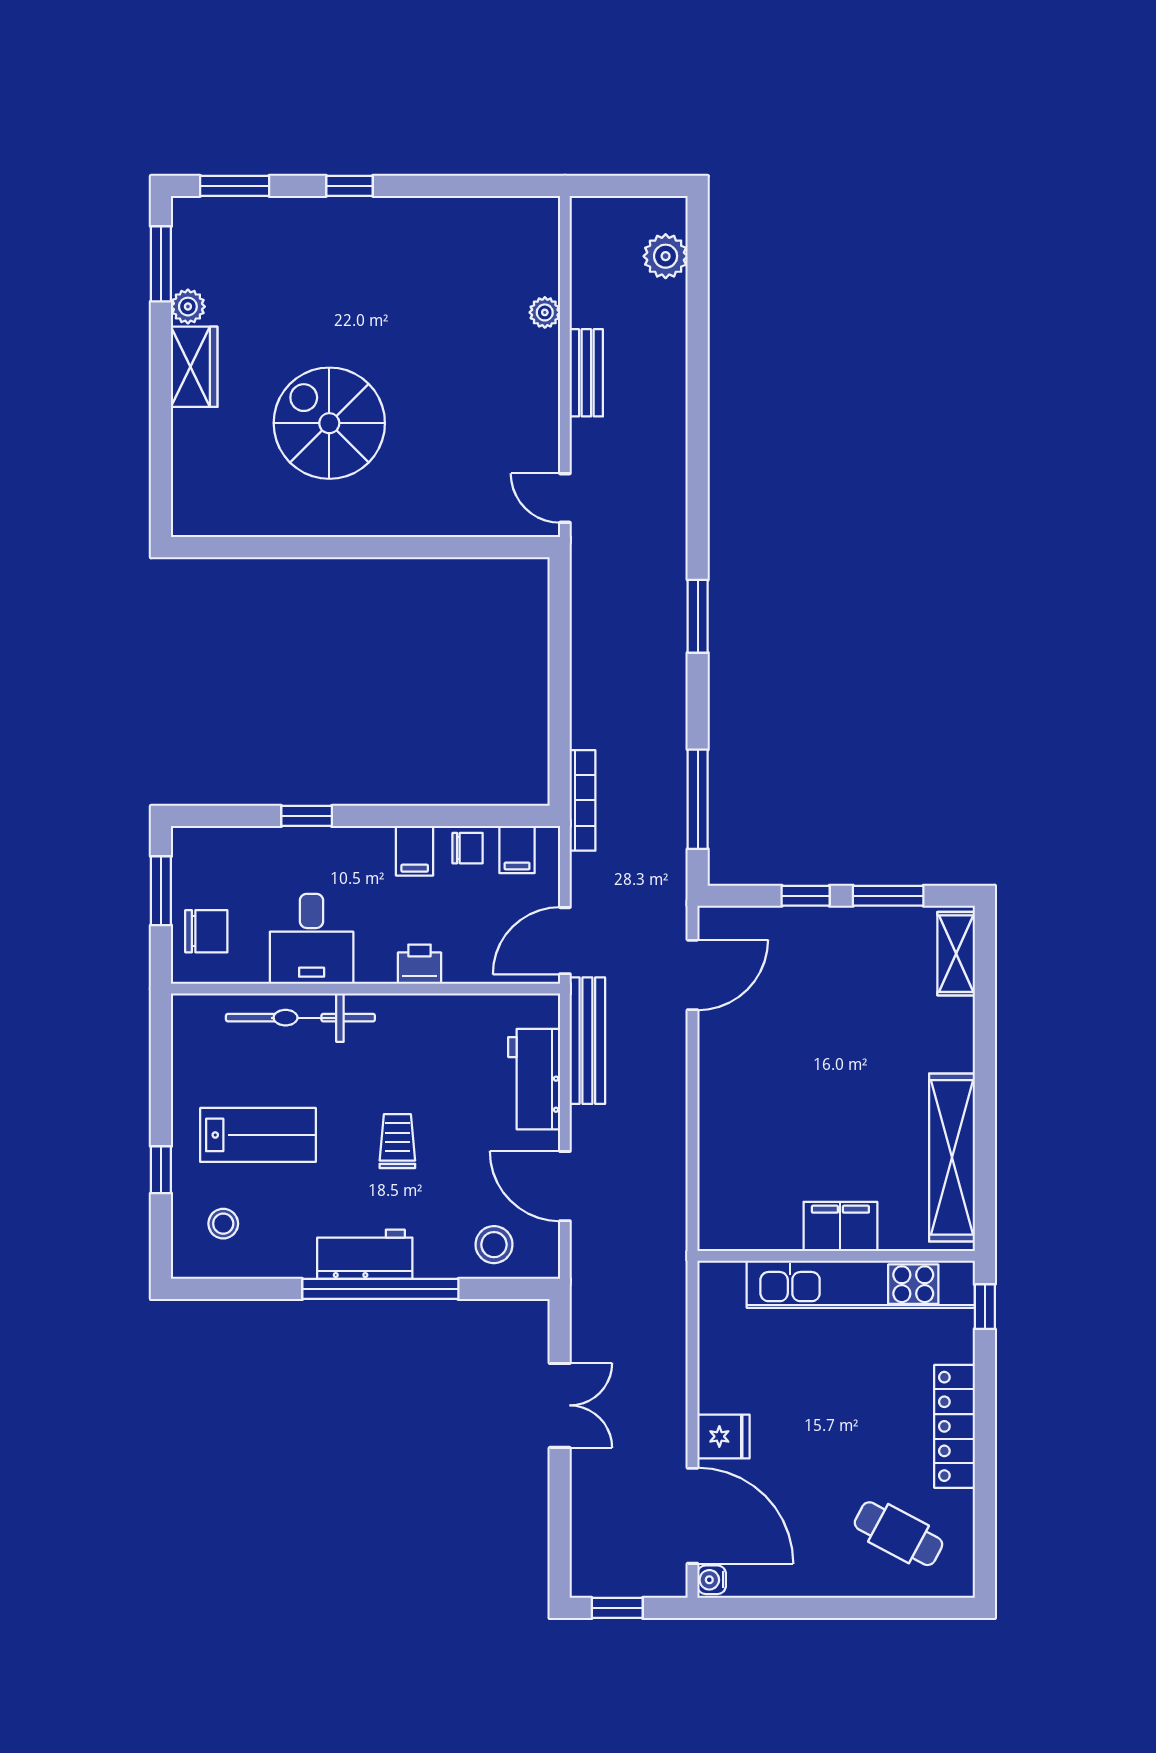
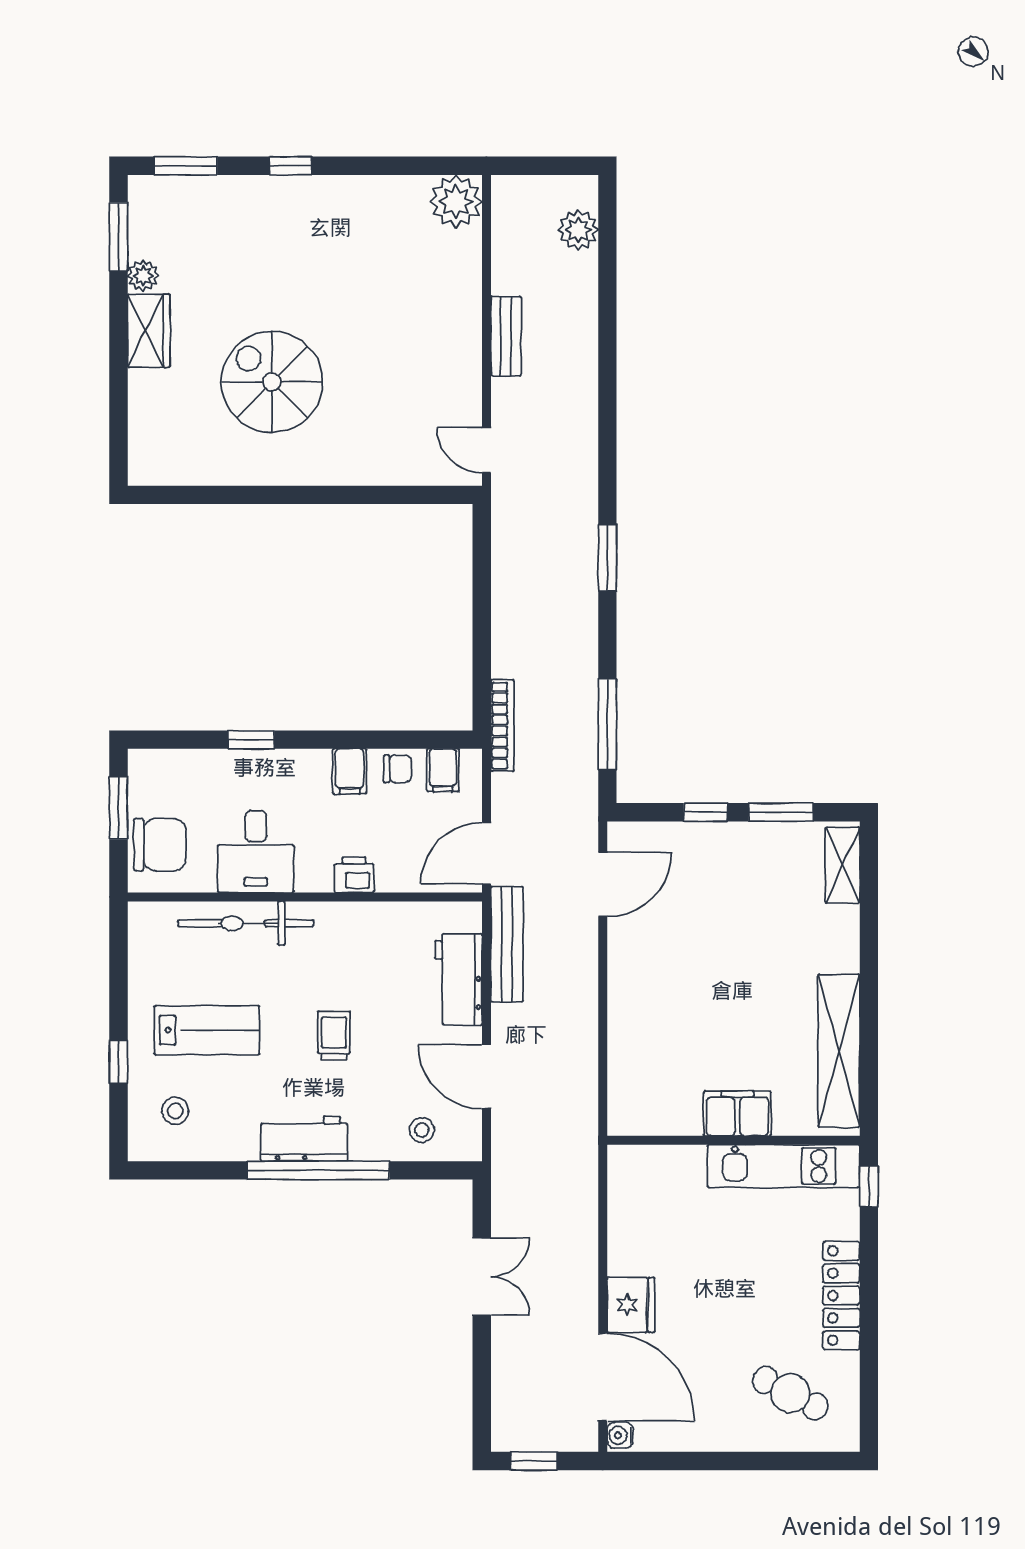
plant: (545, 312) -> (456, 201), moved, width x1.87, depth x1.87
chair: (206, 931) -> (160, 845), width x1.37, depth x1.37
stool: (494, 1245) -> (422, 1130), width x0.73, depth x0.73
kitchen unit: (861, 1284) -> (784, 1166), width x0.73
fridge: (723, 1436) -> (631, 1305), width x1.38

